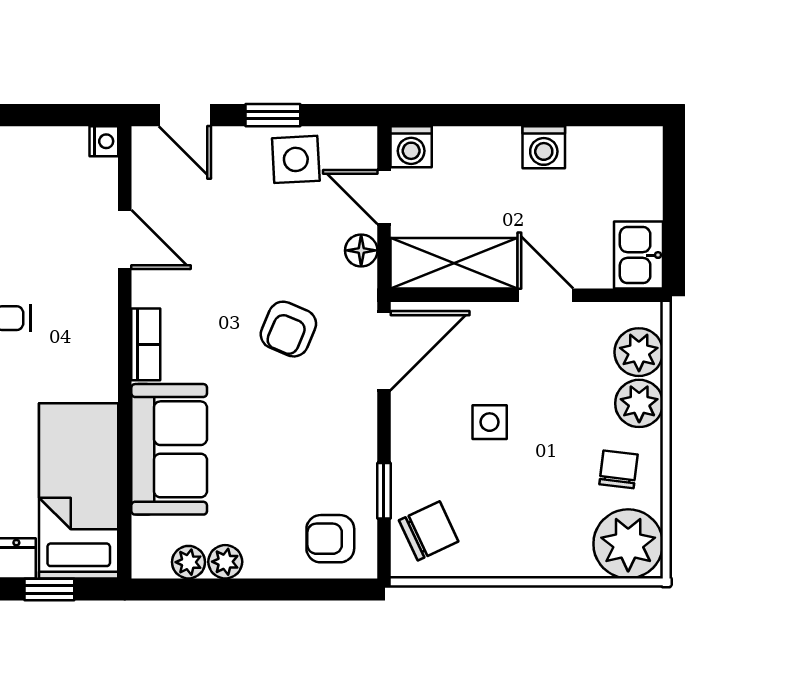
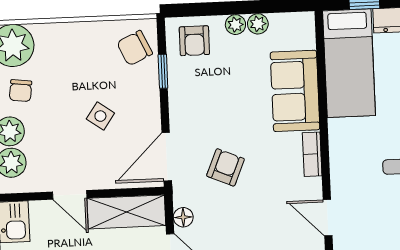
side table: (490, 422) -> (100, 116), turned 35
armchair: (330, 539) -> (194, 41), turned 90
plant: (189, 562) -> (235, 25), moved

